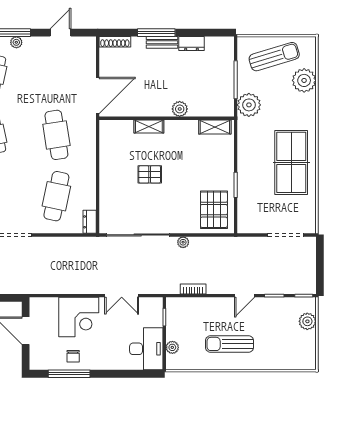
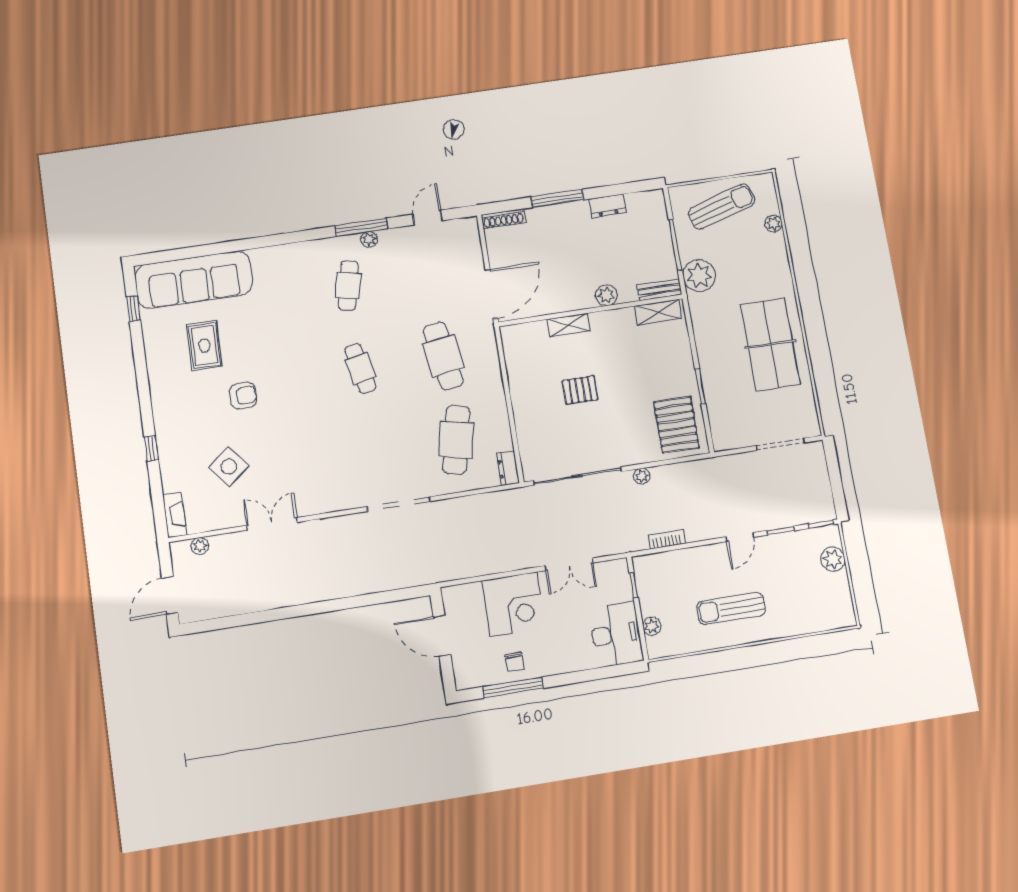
bench: (162, 42) -> (660, 290), moved
plant: (304, 80) -> (774, 223), width x0.53, depth x0.53

